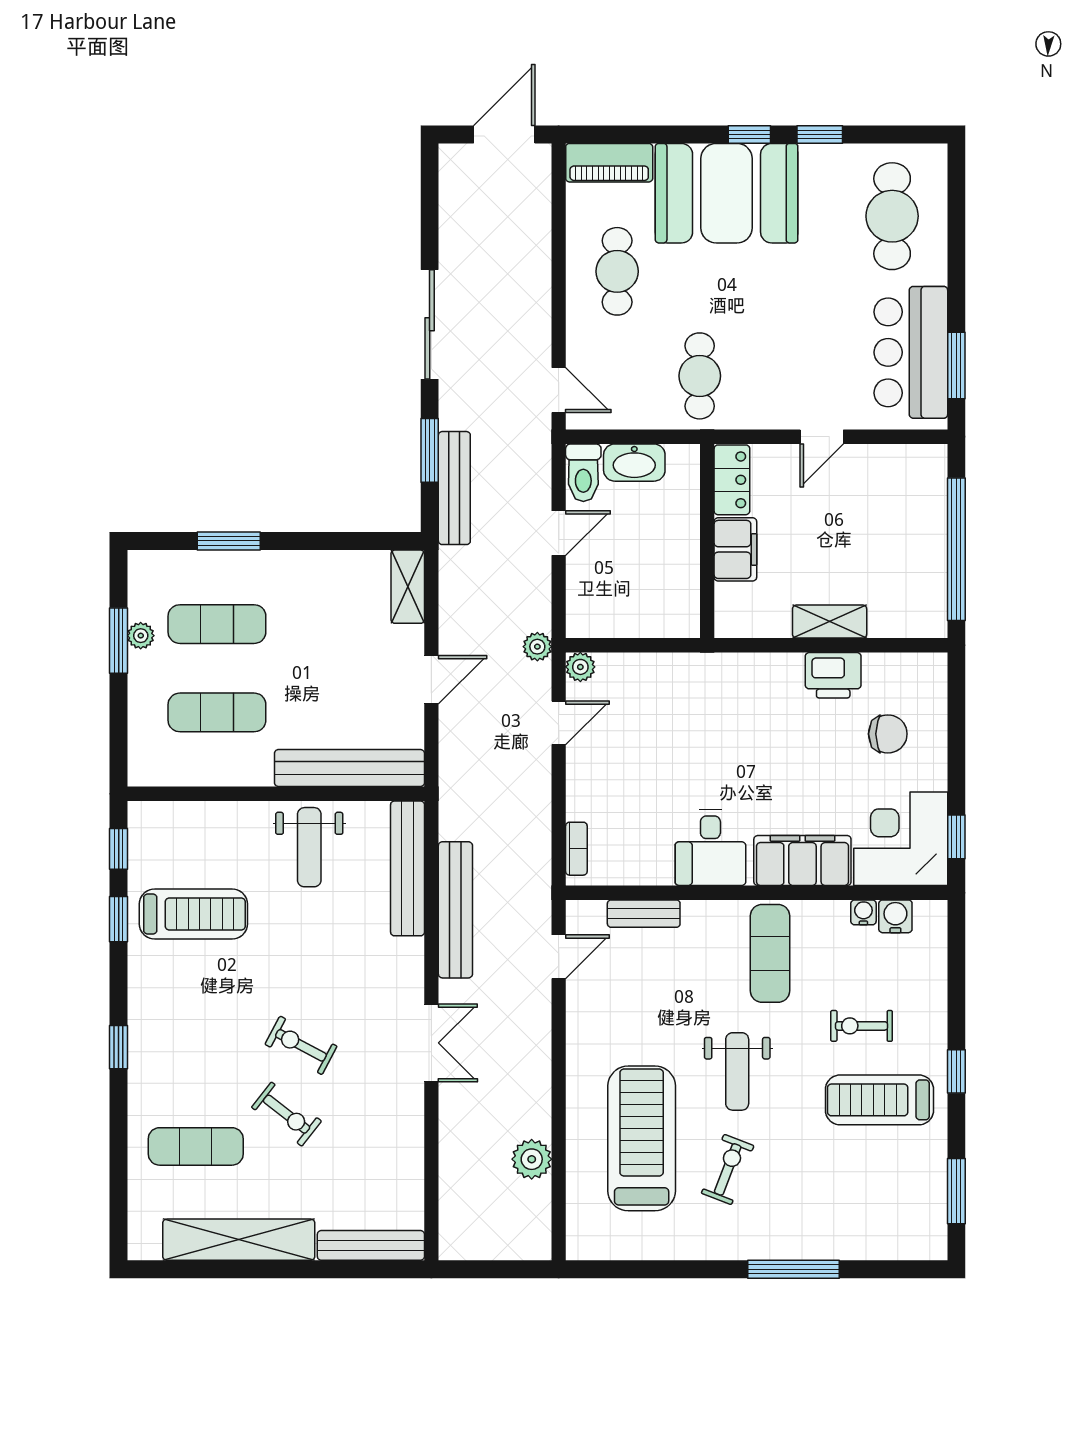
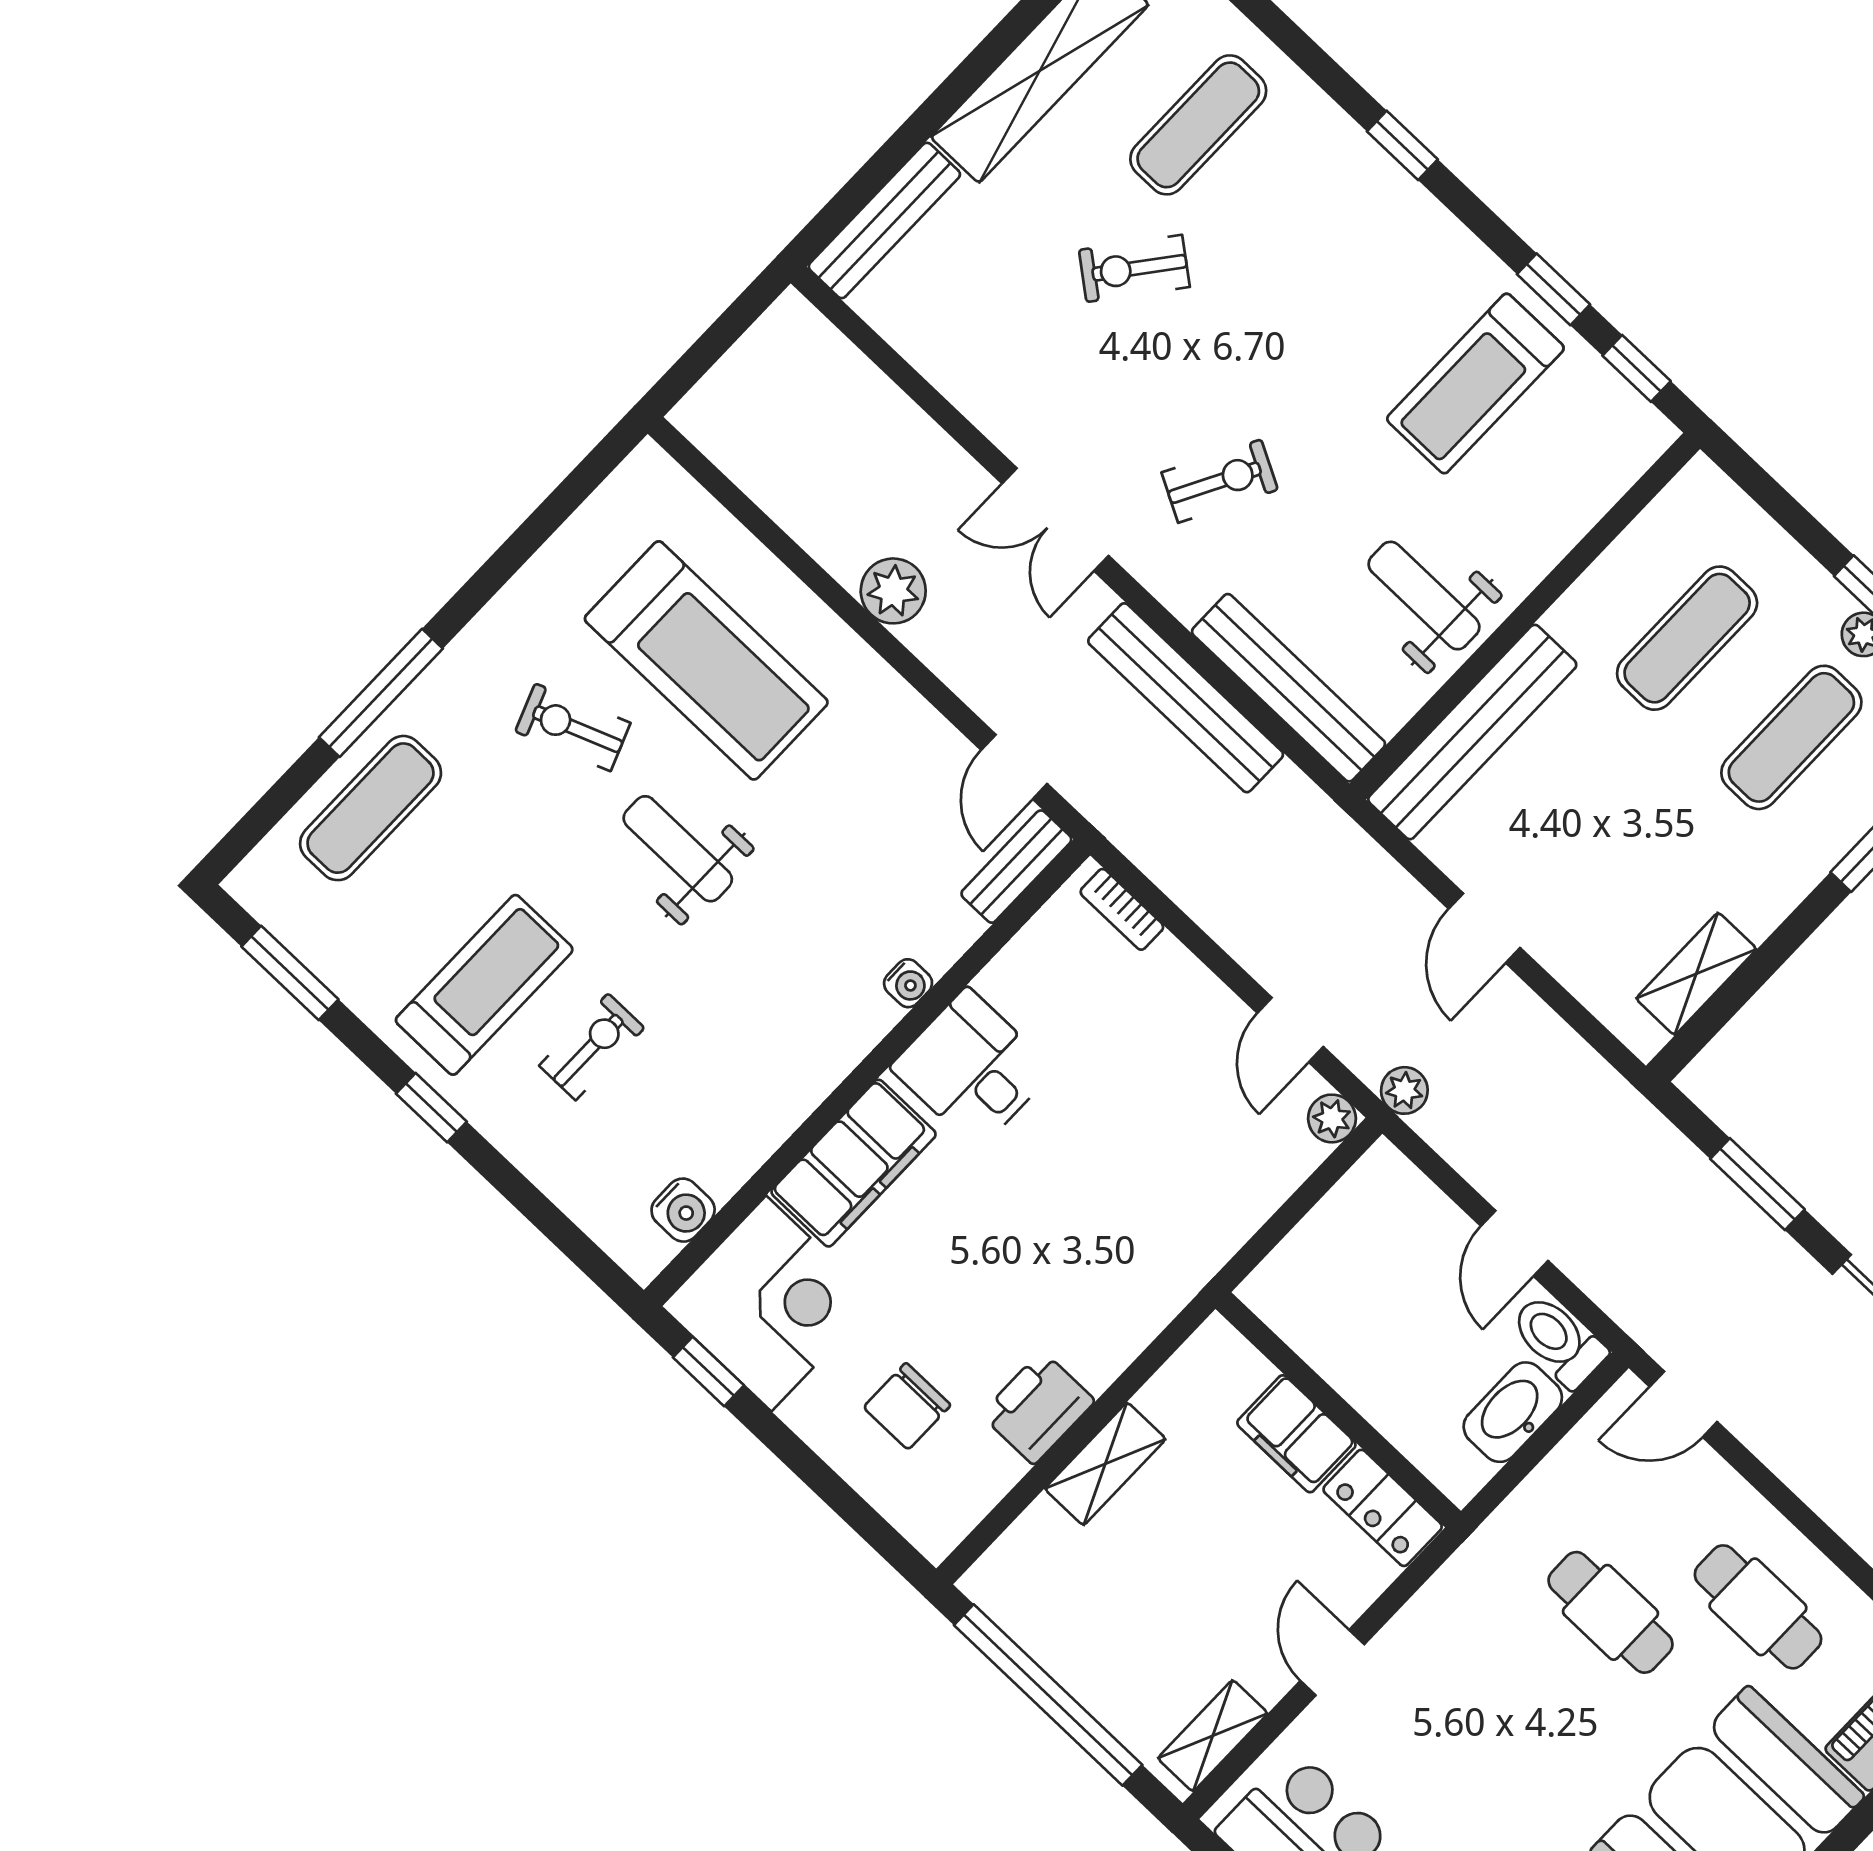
cafe table: (700, 376) -> (1610, 1612), moved
shelving: (905, 459) -> (1213, 1736), added
bench: (454, 488) -> (1685, 1171), removed
shelving: (408, 587) -> (1696, 974), moved, turned 90
water cooler: (863, 912) -> (908, 983), moved
bench: (644, 914) -> (1016, 867), moved
exercise mat: (770, 953) -> (371, 808), moved, turned 90
exercise bike: (301, 1045) -> (1220, 481), moved
plant: (532, 1159) -> (893, 591), moved
exercise bike: (728, 1169) -> (573, 727), turned 138

